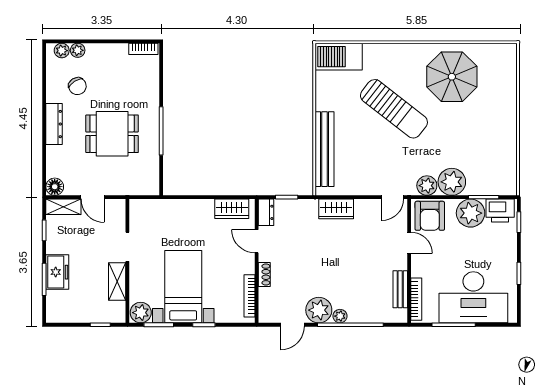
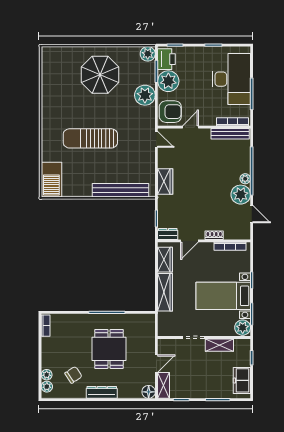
parasol: (452, 77) -> (100, 75), moved
sun lounger: (394, 109) -> (90, 138), turned -128
plant: (427, 186) -> (148, 54), moved
wardrobe: (188, 209) -> (165, 292), added
freezer: (57, 272) -> (242, 380), moved, turned -90
bench: (400, 289) -> (230, 134), width x1.36

